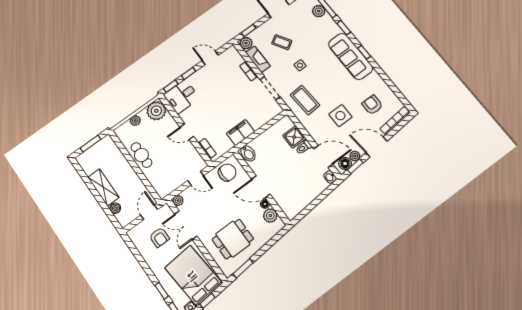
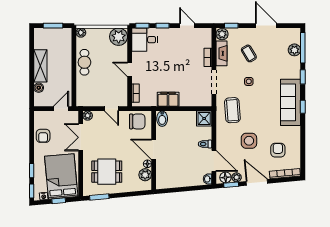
plant: (135, 121) -> (81, 33), moved
shower: (294, 137) -> (204, 118), moved
armchair: (159, 237) -> (43, 136), moved

